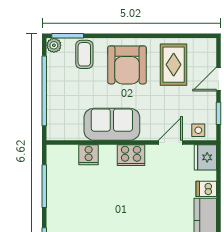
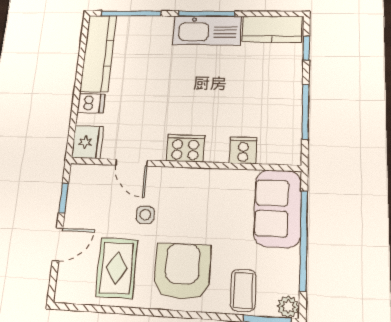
sofa: (112, 124) -> (278, 208), moved, turned 90
side table: (198, 130) -> (145, 215), moved
door: (170, 142) -> (131, 163), hinge flipped

